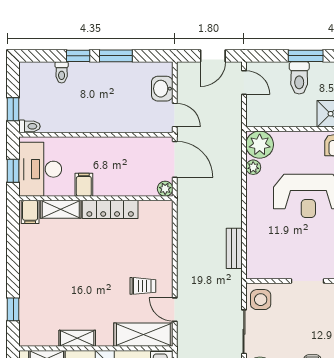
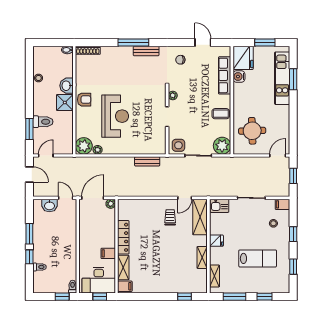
window: (306, 56) -> (29, 129), moved
door: (175, 115) -> (66, 198), hinge flipped

